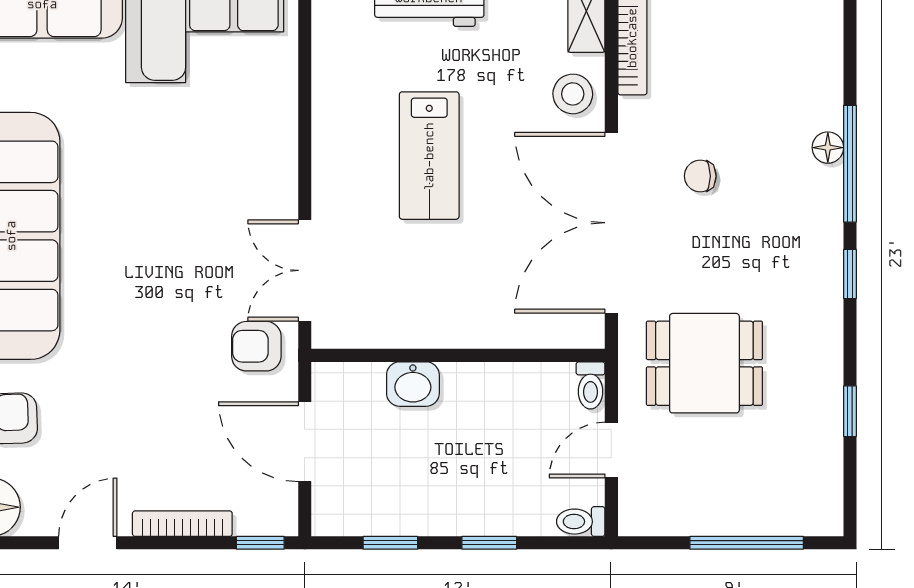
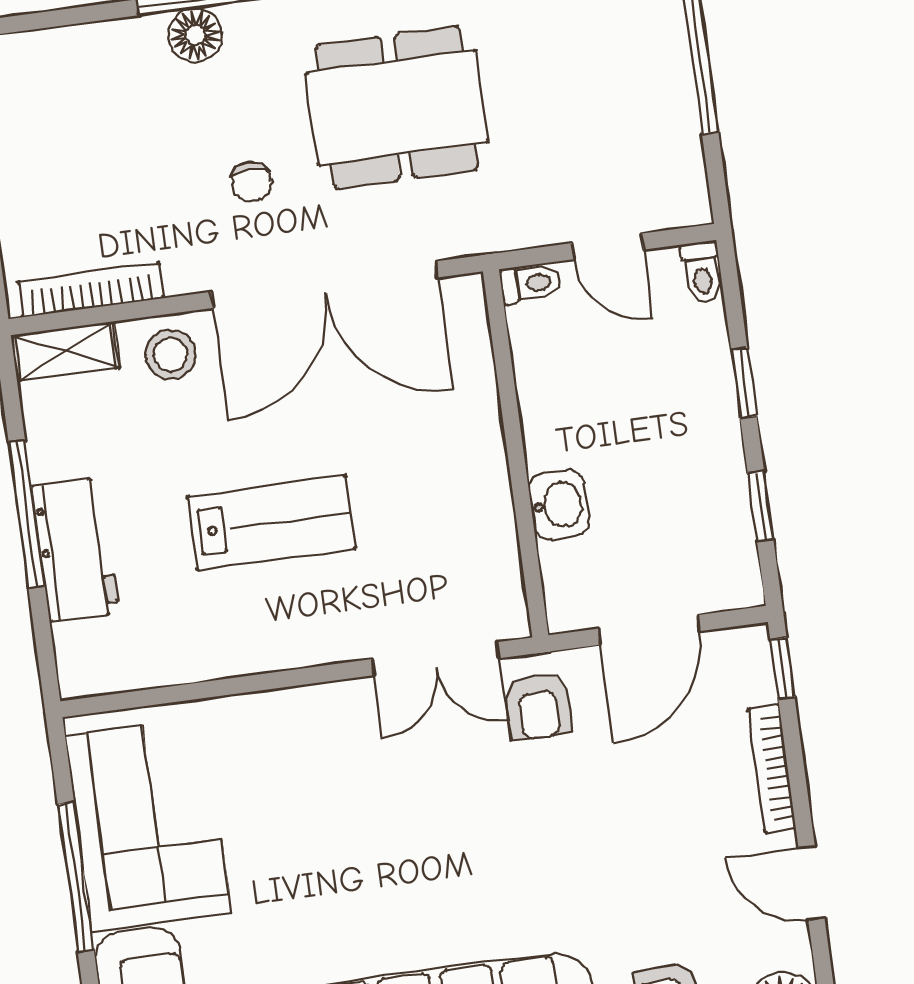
floor lamp: (828, 148) -> (195, 35), width x1.37, depth x1.37
dining table: (704, 363) -> (397, 108), moved, width x1.38

